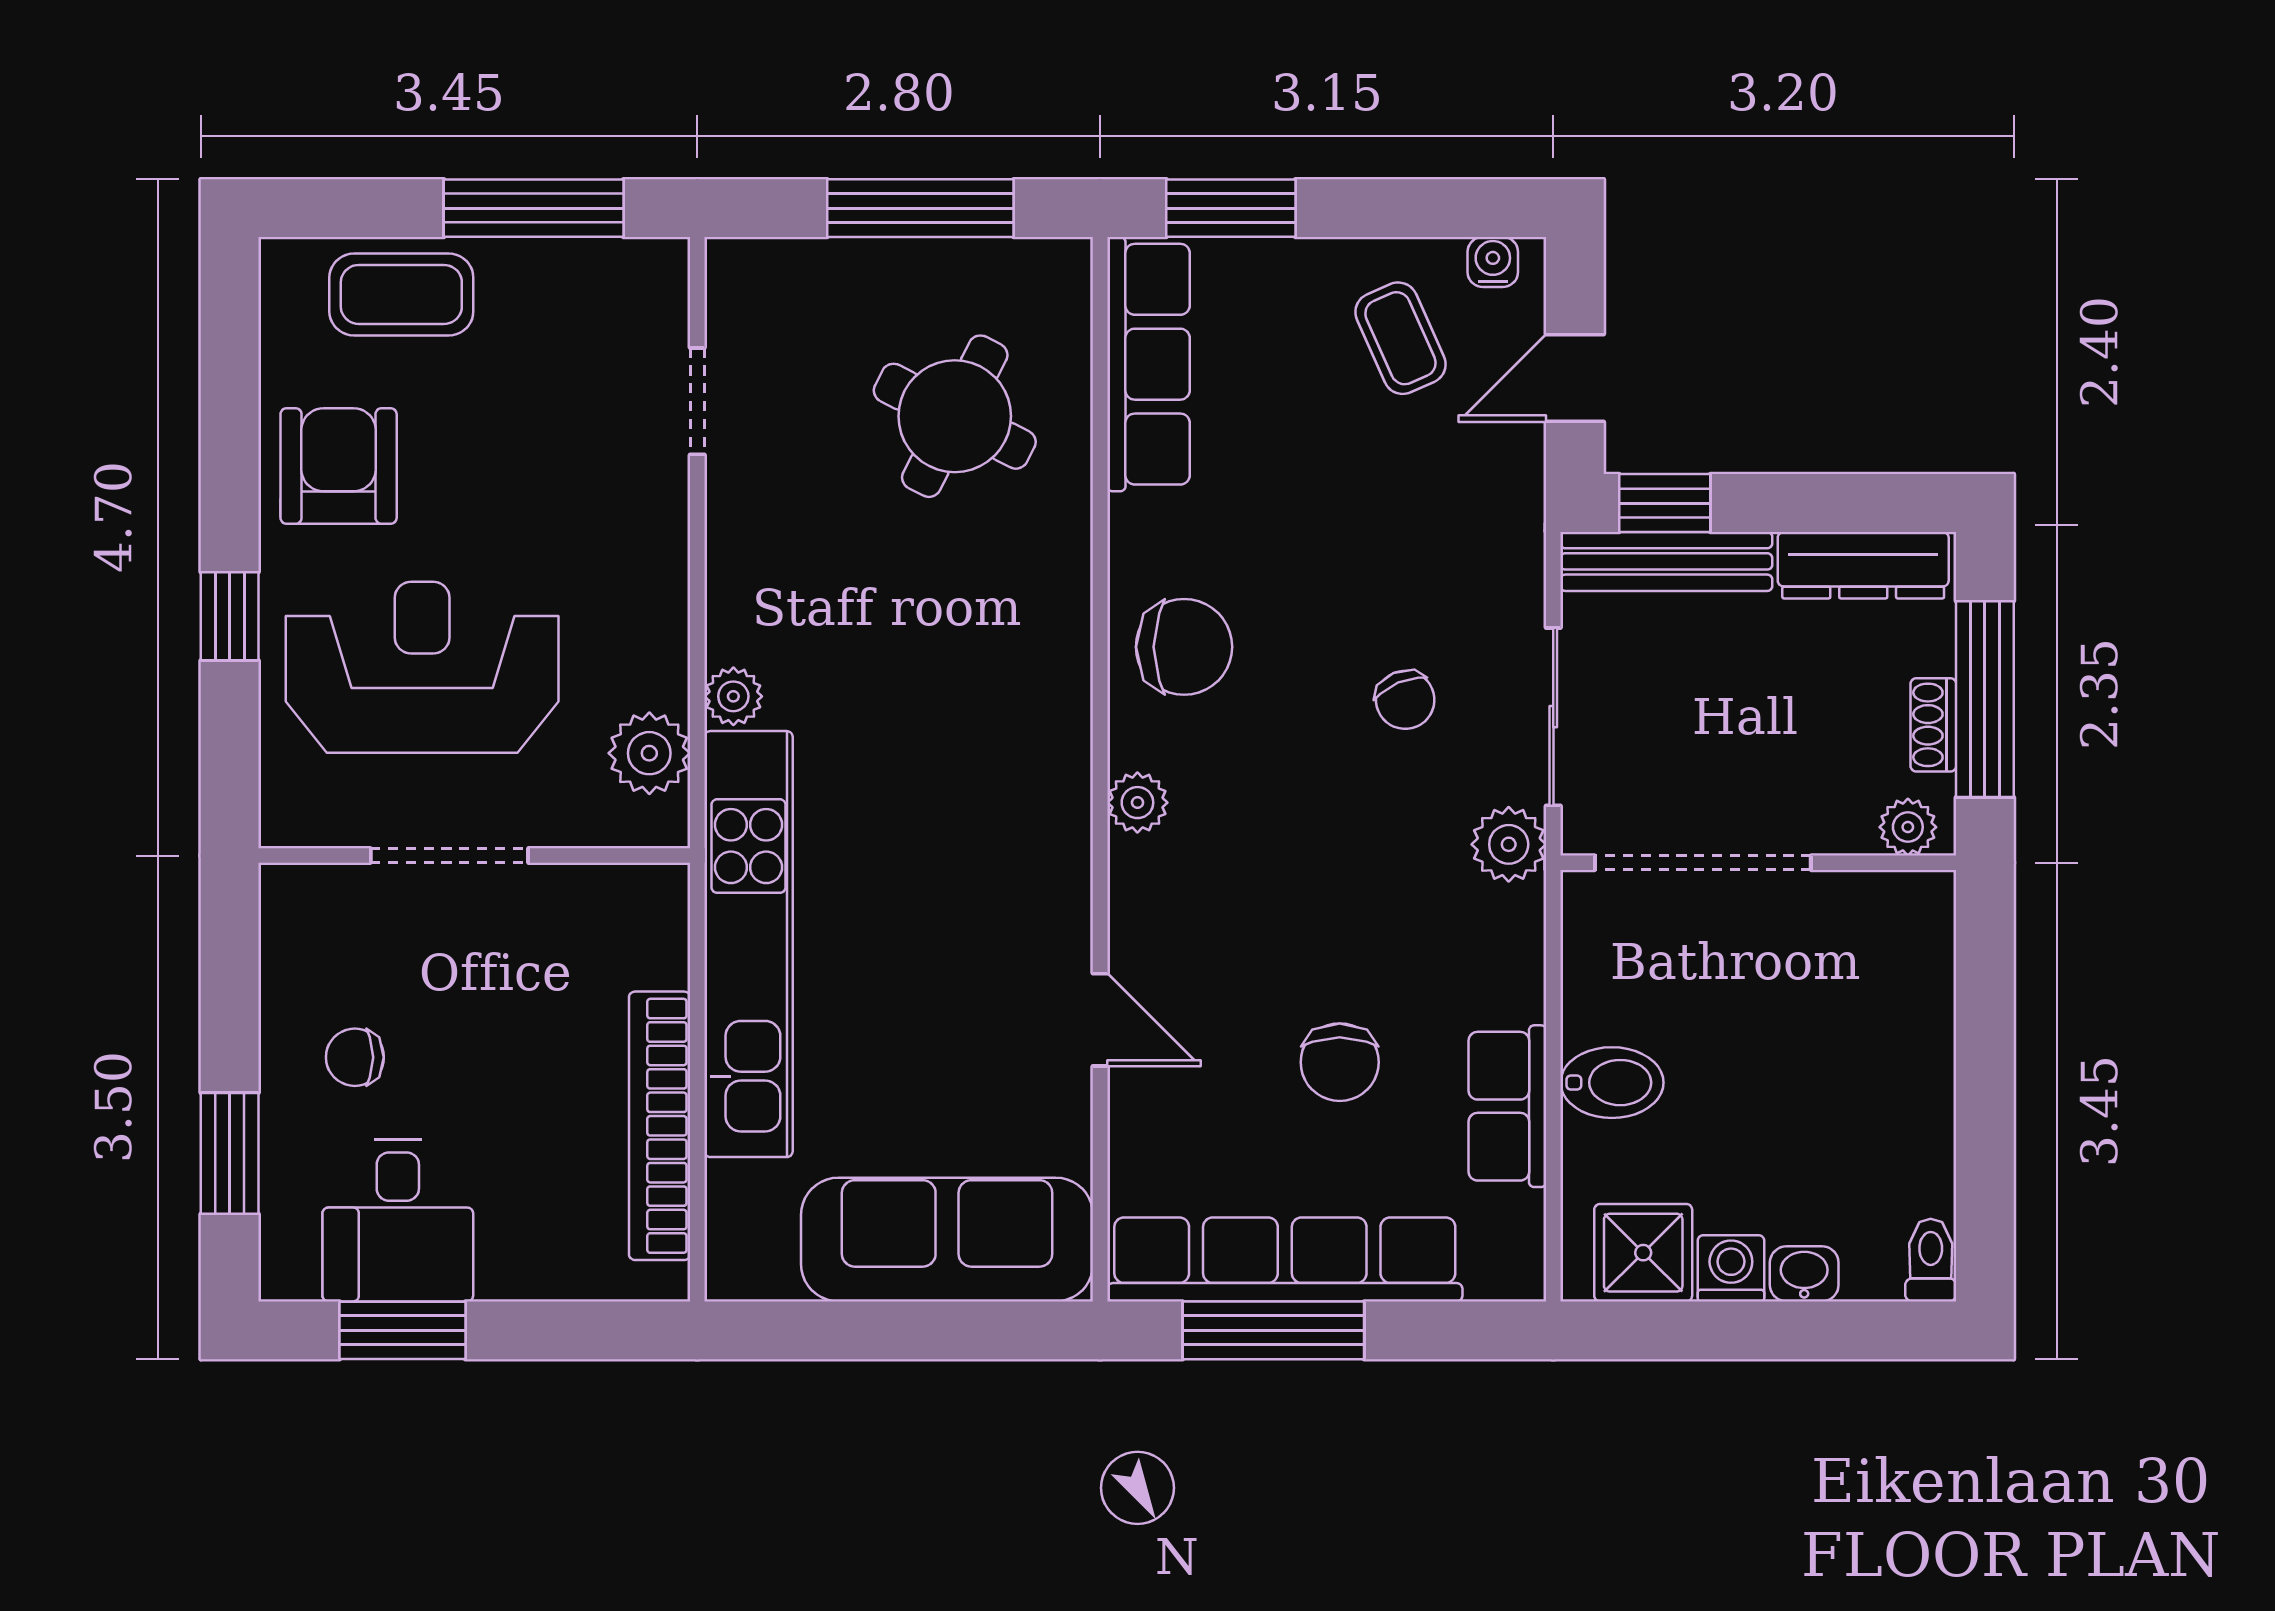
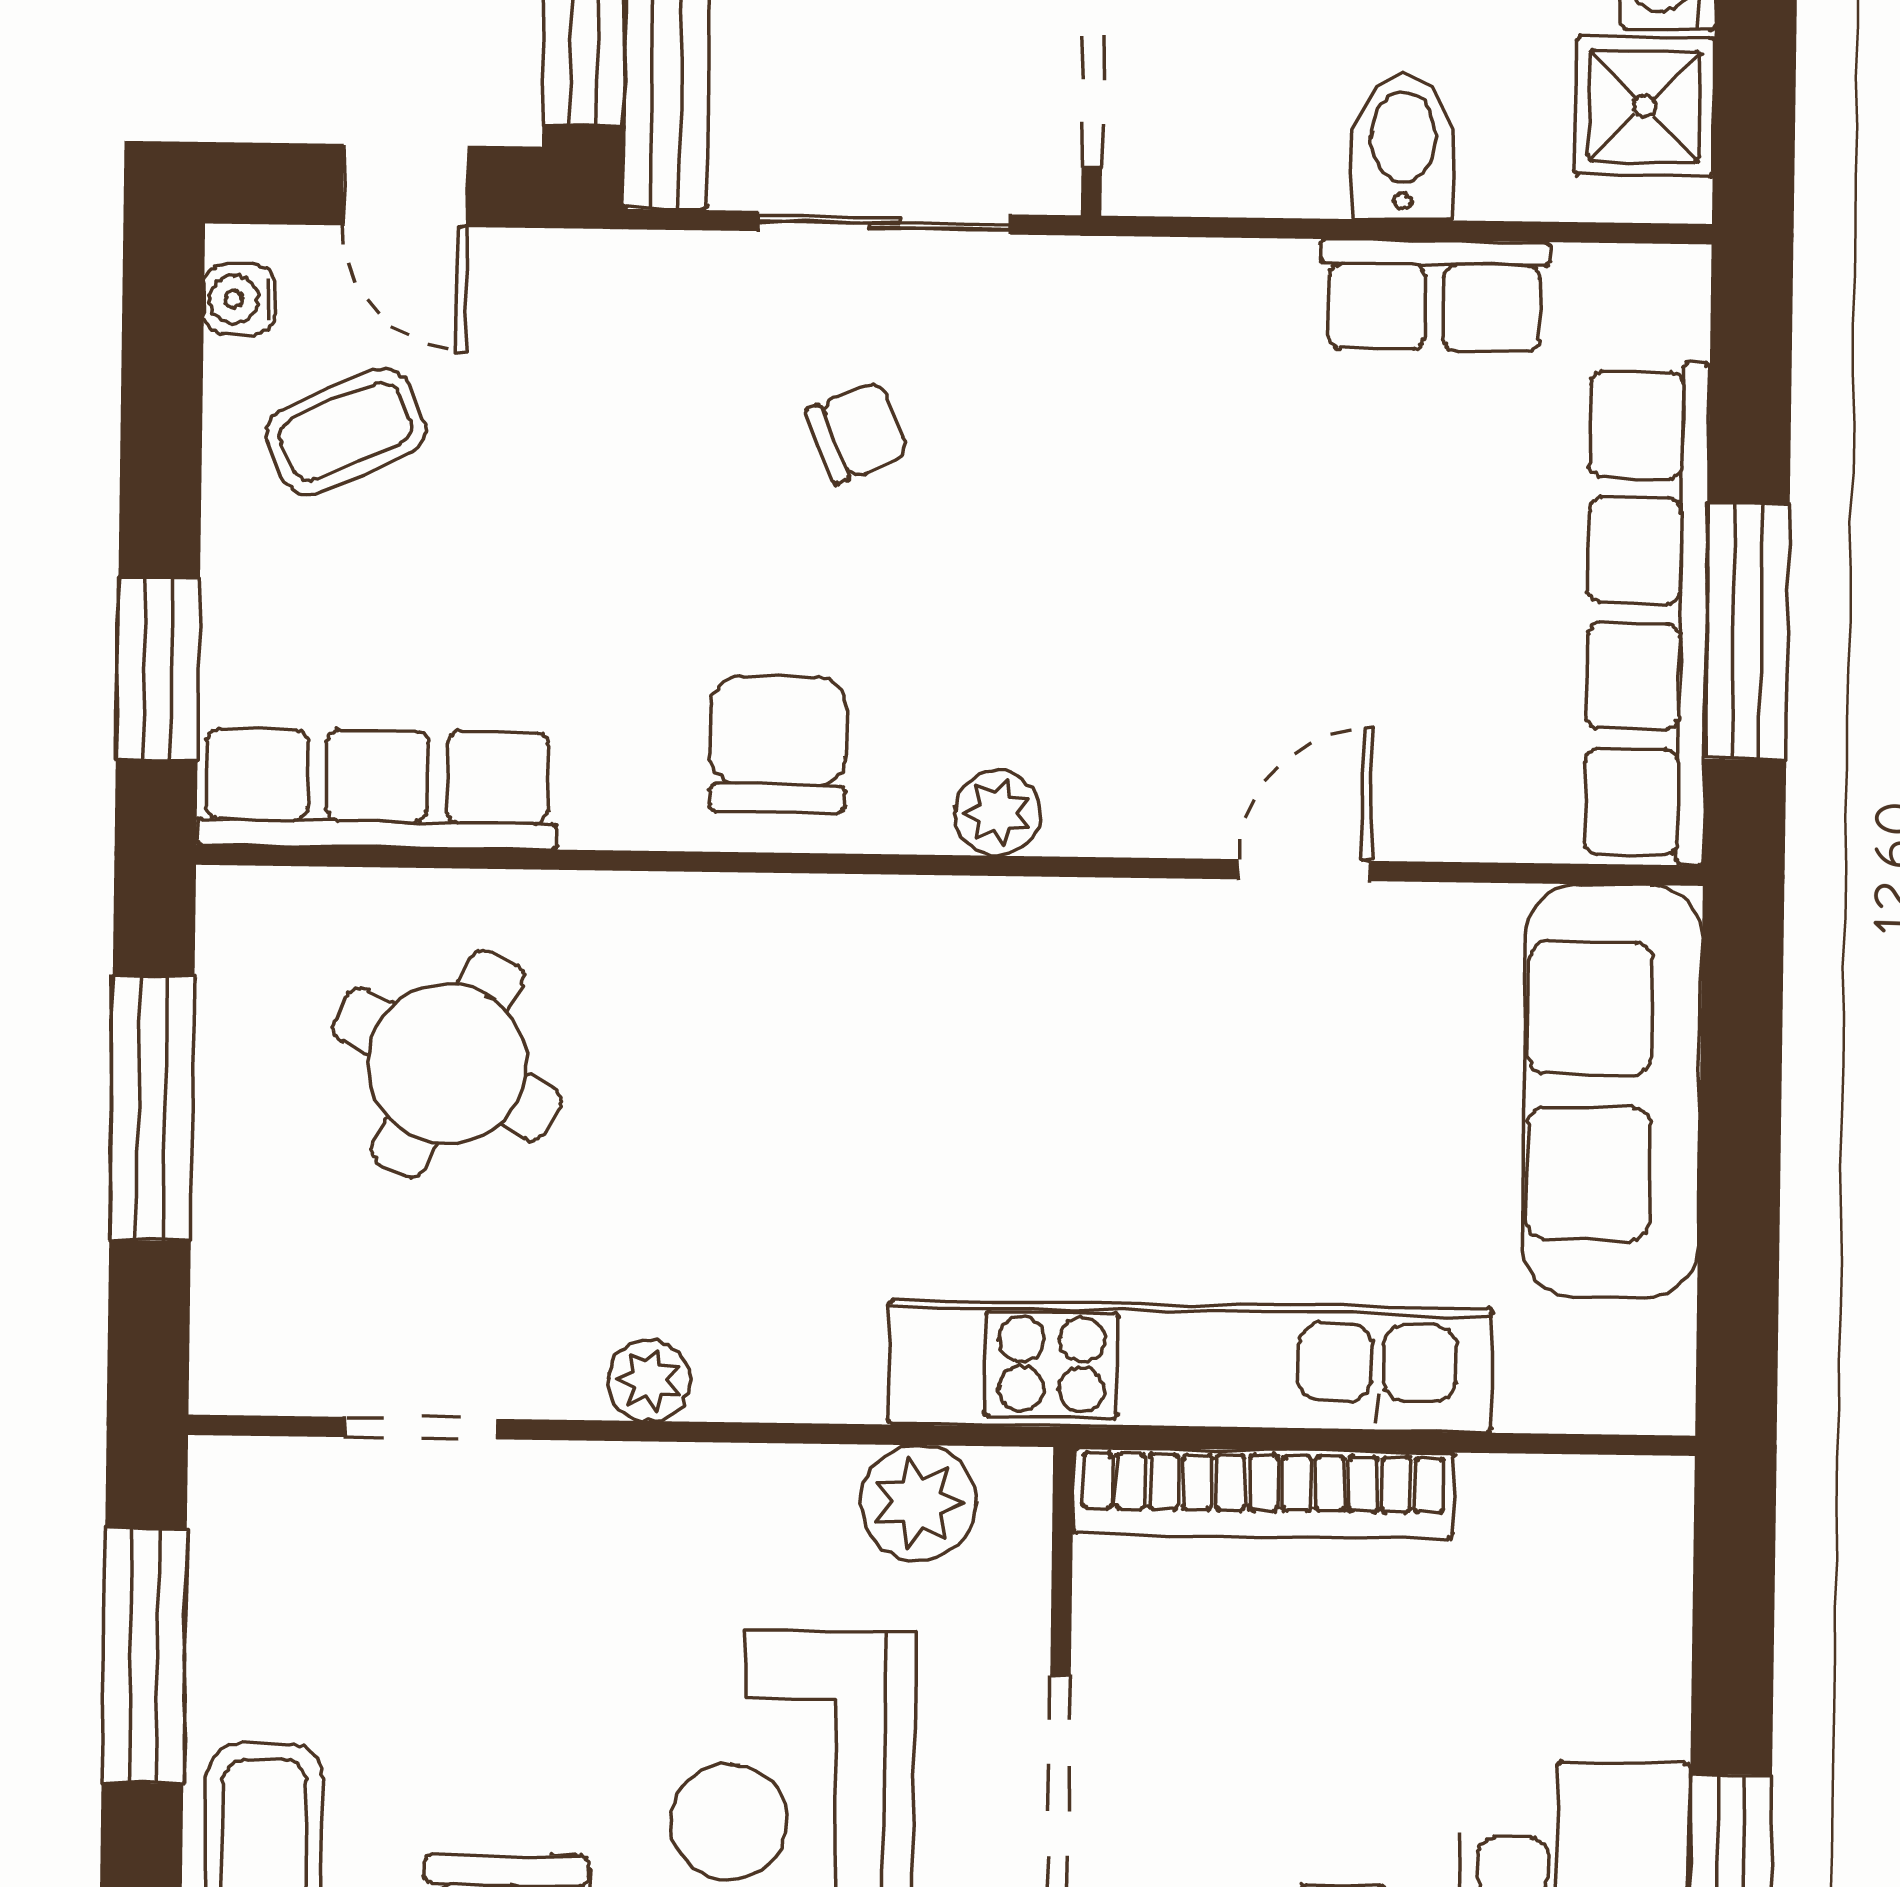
plant: (733, 696) -> (649, 1380), moved
plant: (1509, 844) -> (1064, 288), removed
chair: (1340, 1062) -> (1369, 532), removed
bookcase: (660, 1126) -> (1263, 1493), moved

